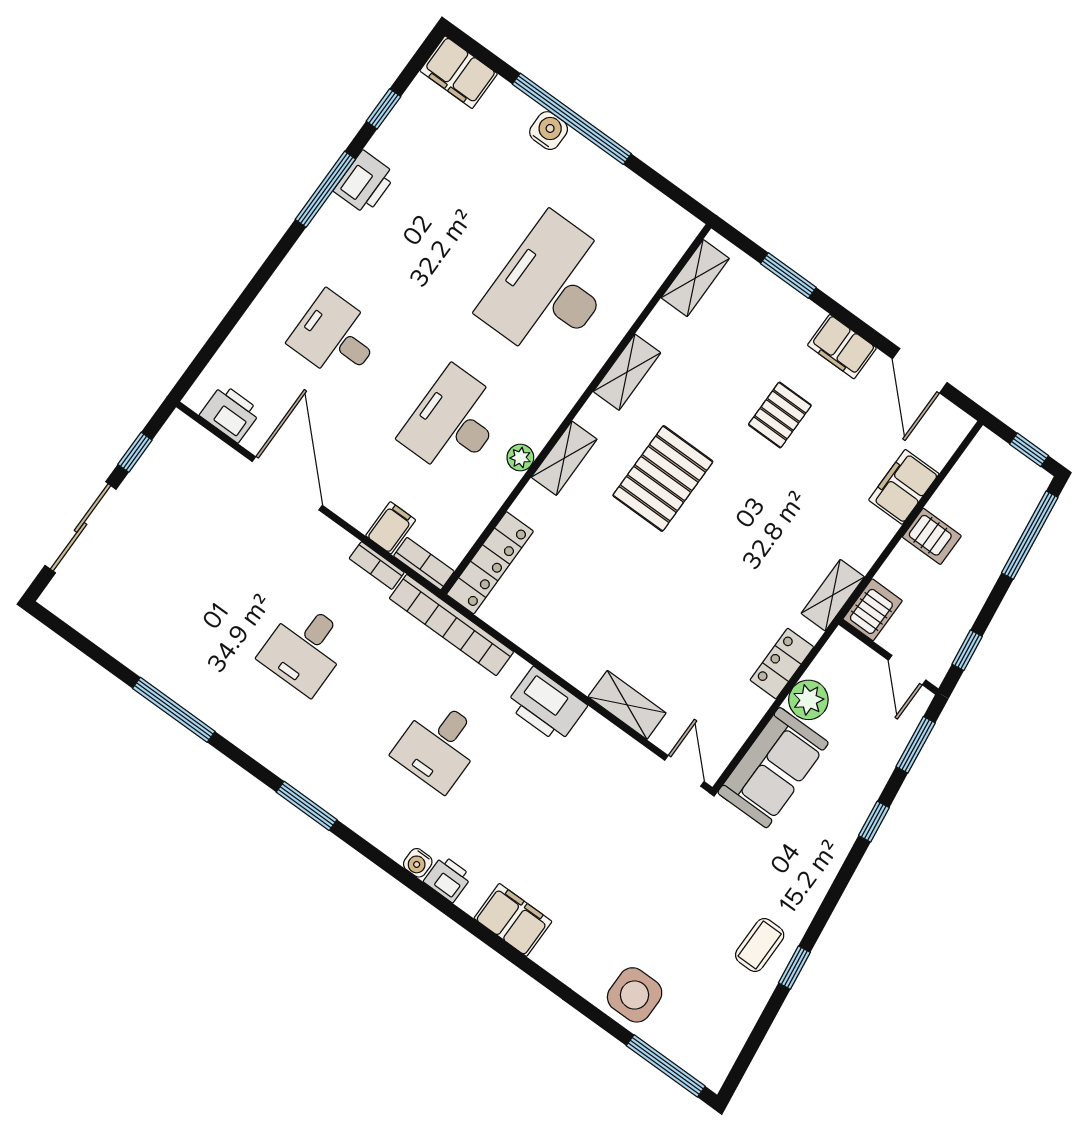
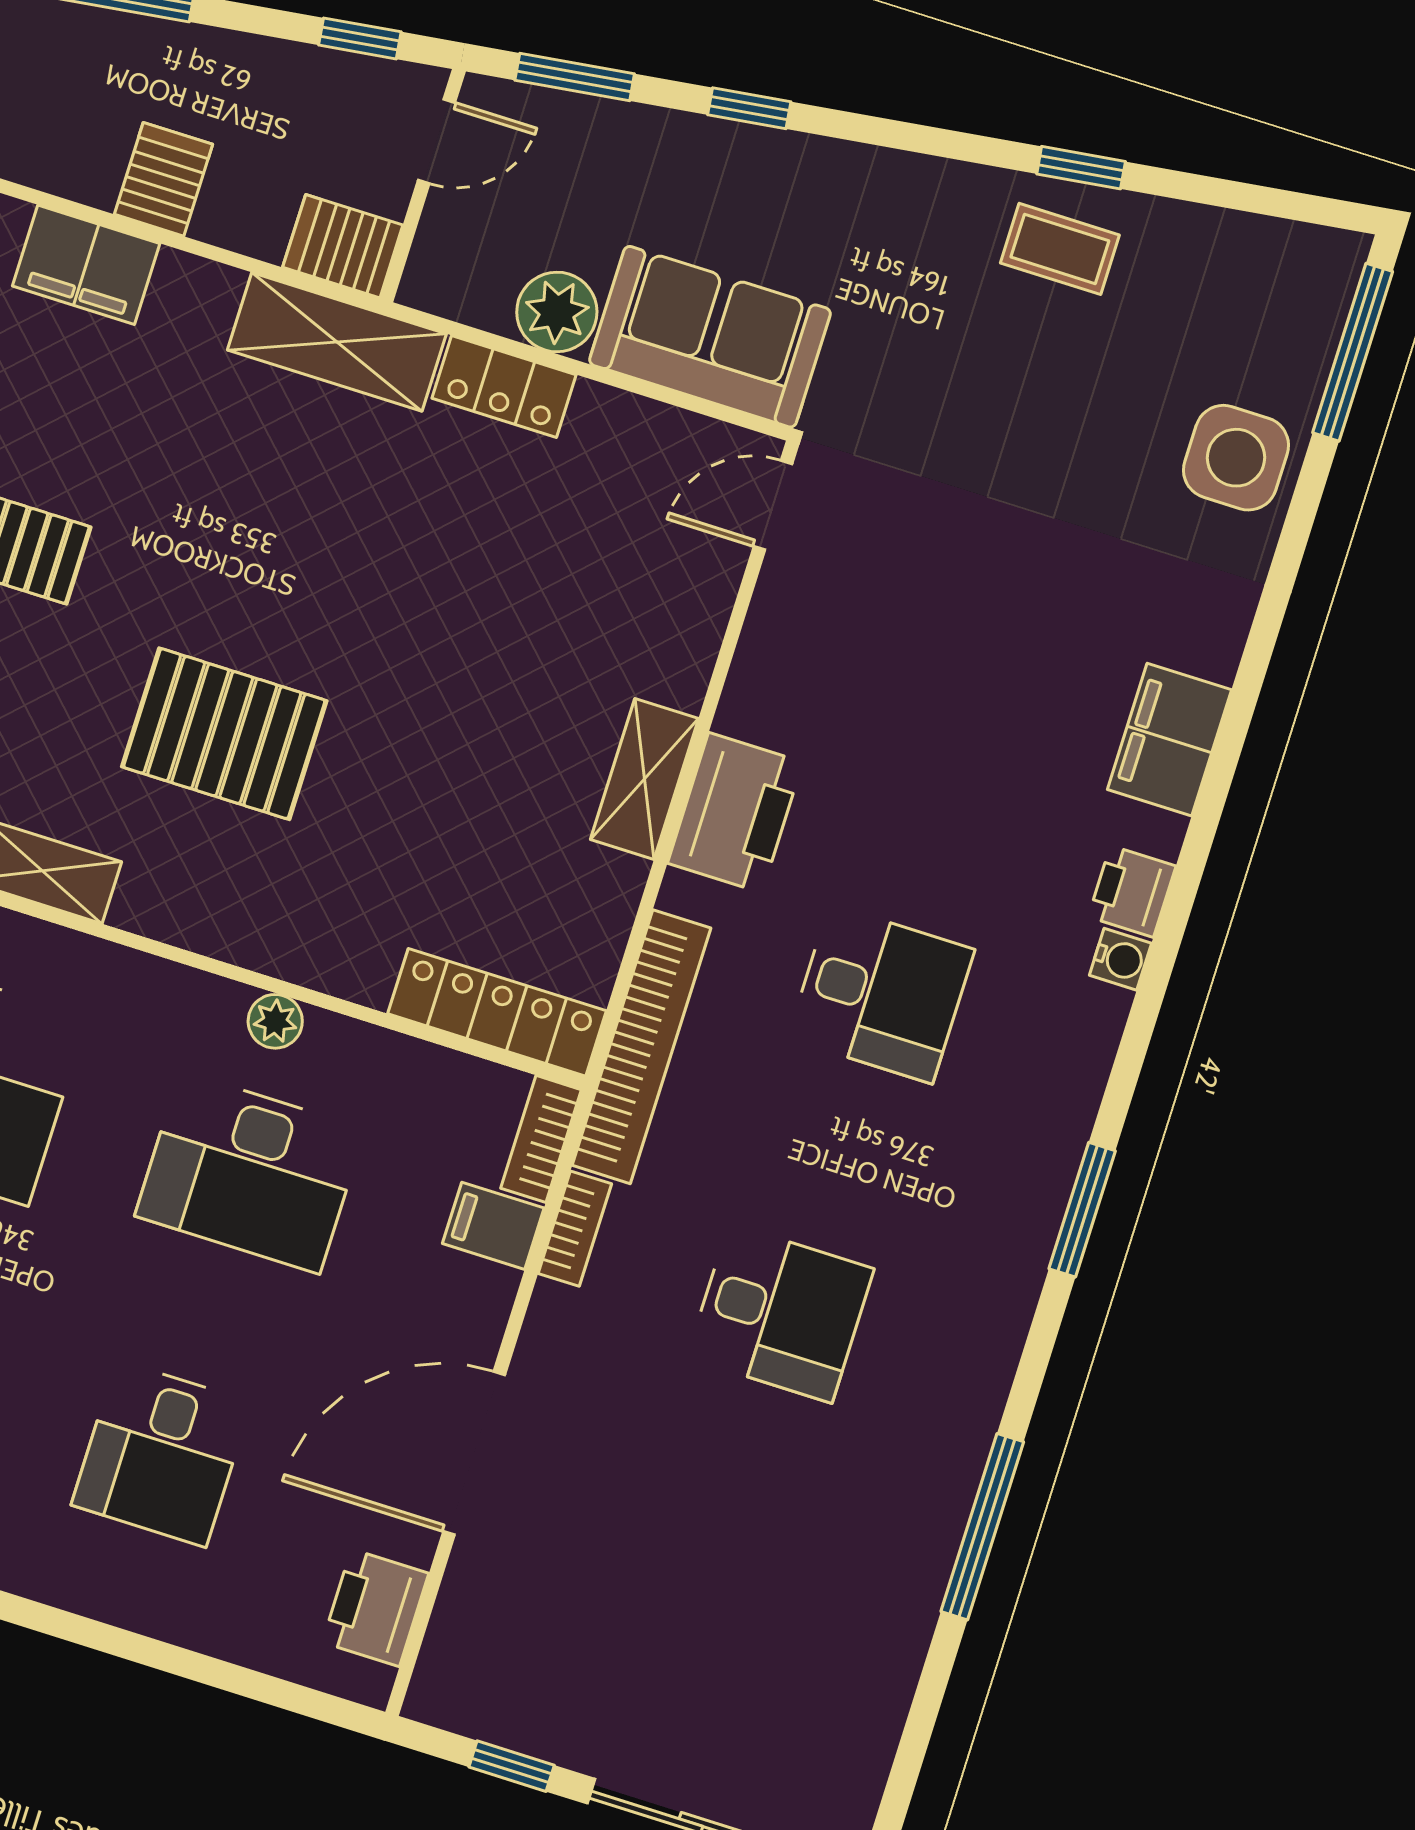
shelving: (564, 458) -> (249, 937), removed
shelving: (833, 595) -> (337, 342), width x1.50, depth x1.33
shelving: (627, 705) -> (644, 779), moved

